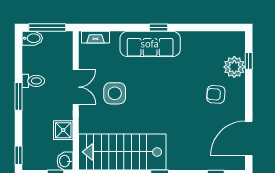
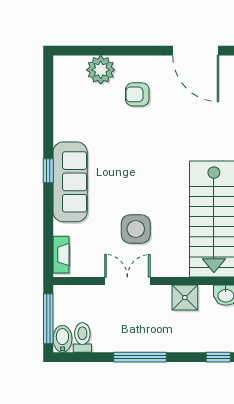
window: (249, 61) -> (93, 51), removed
toilet: (33, 81) -> (82, 337), moved
armchair: (216, 94) -> (137, 94), turned 86
window: (18, 96) -> (140, 357), width x1.44

